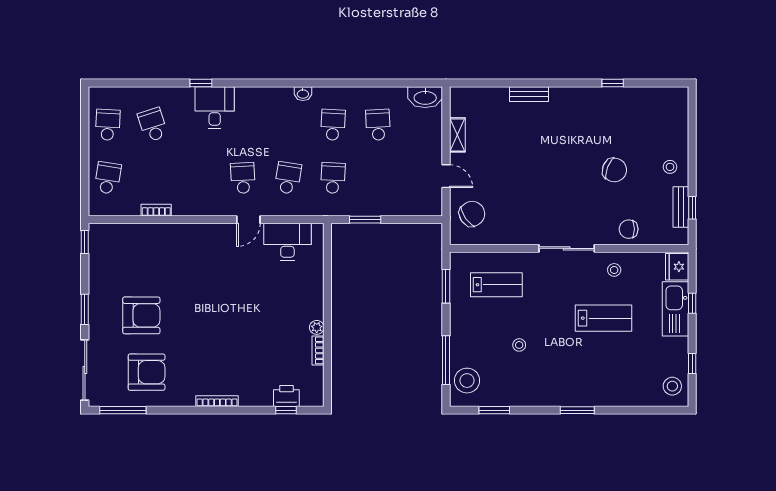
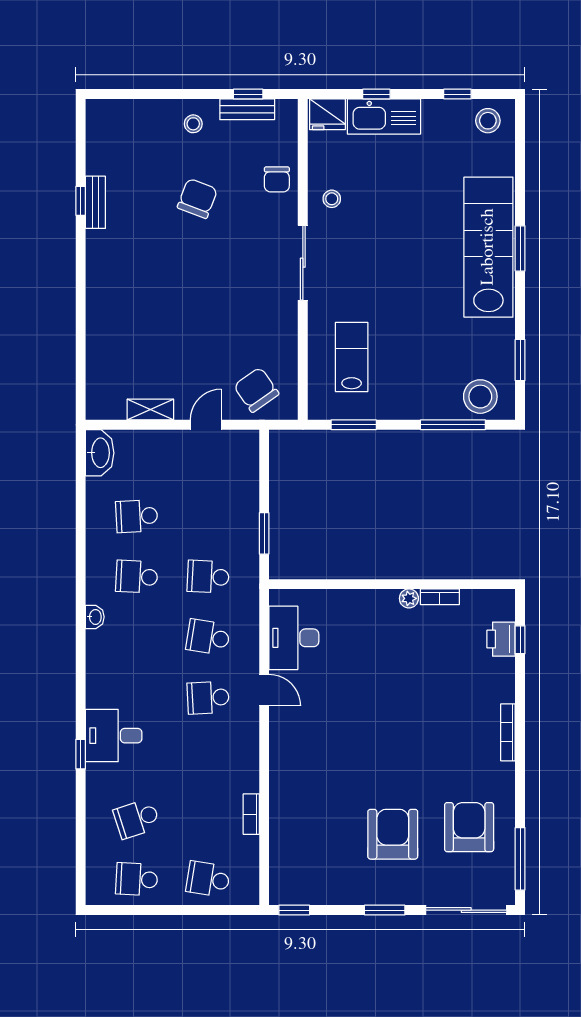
bench: (529, 94) -> (95, 202), moved
lab bench: (604, 318) -> (488, 247), moved, width x1.86, depth x1.39
stool: (519, 345) -> (433, 326), removed

